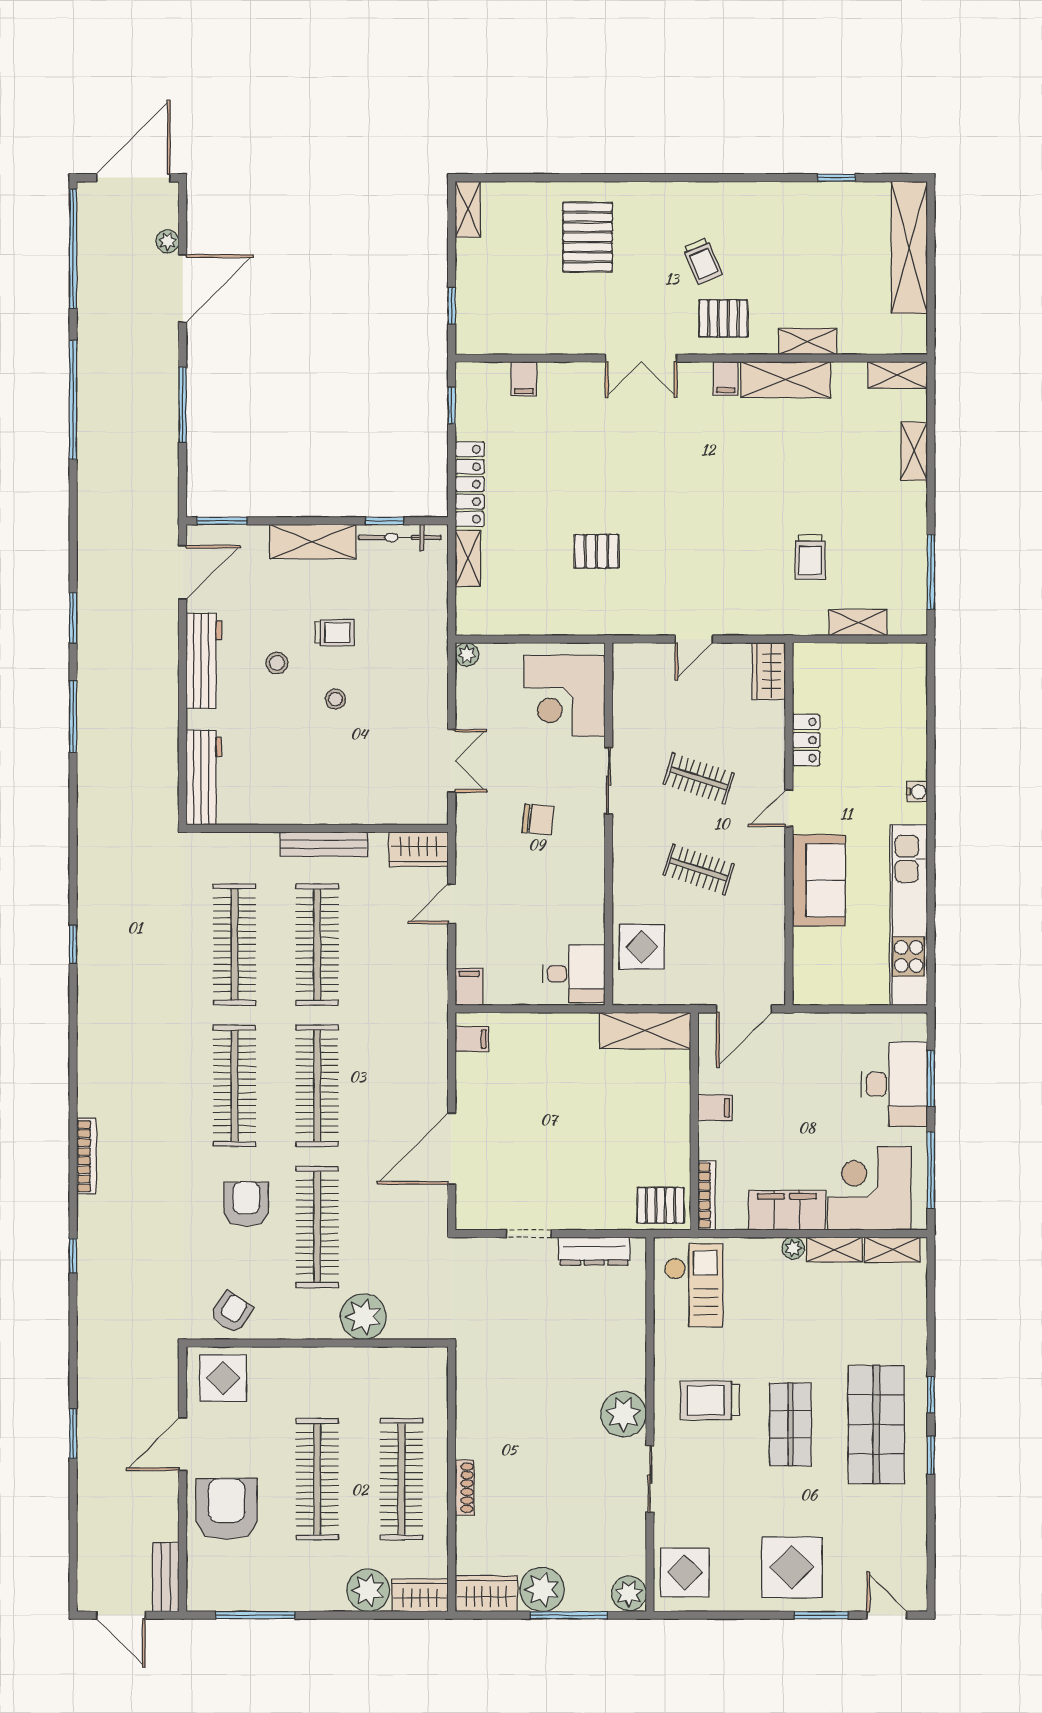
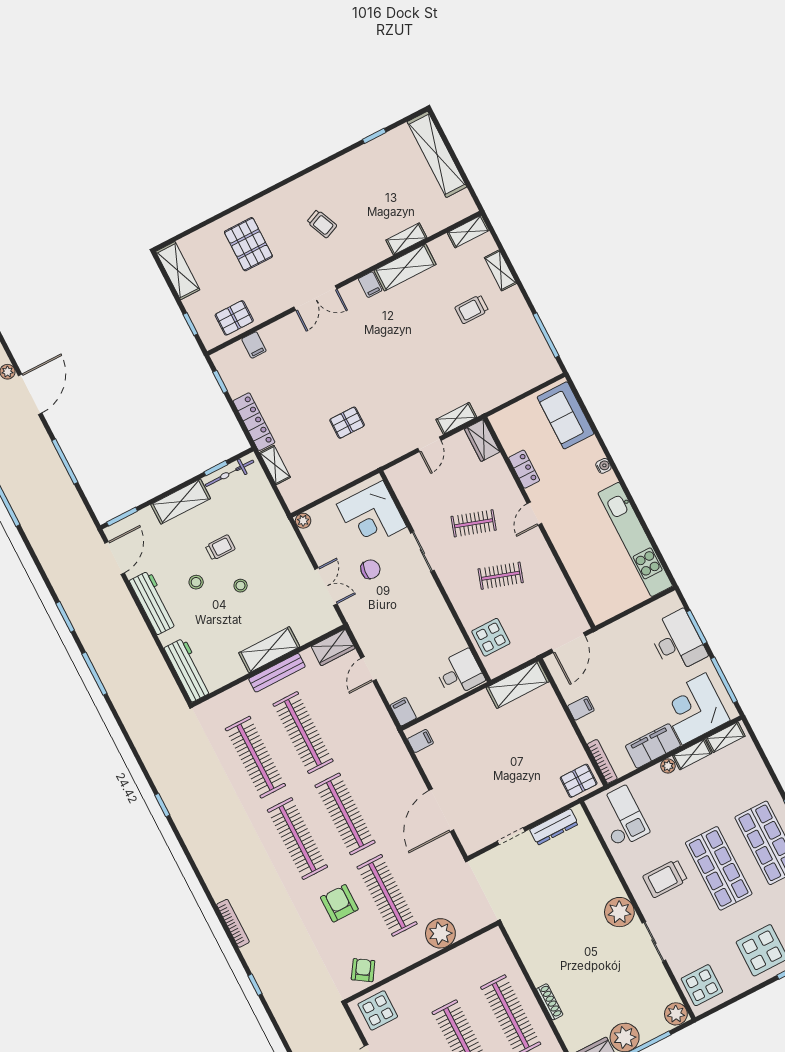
shelving: (468, 209) -> (178, 271), width x1.50, depth x1.33
pallet: (723, 318) -> (234, 318), moved
trolley: (810, 557) -> (472, 309), moved, turned 90
shelving: (858, 623) -> (456, 418), moved
shelving: (329, 807) -> (269, 650), added
chair: (538, 820) -> (370, 569), moved
sofa: (819, 880) -> (566, 415), moved, turned 180
shop shelf: (790, 1424) -> (719, 868), width x1.43, depth x1.36

